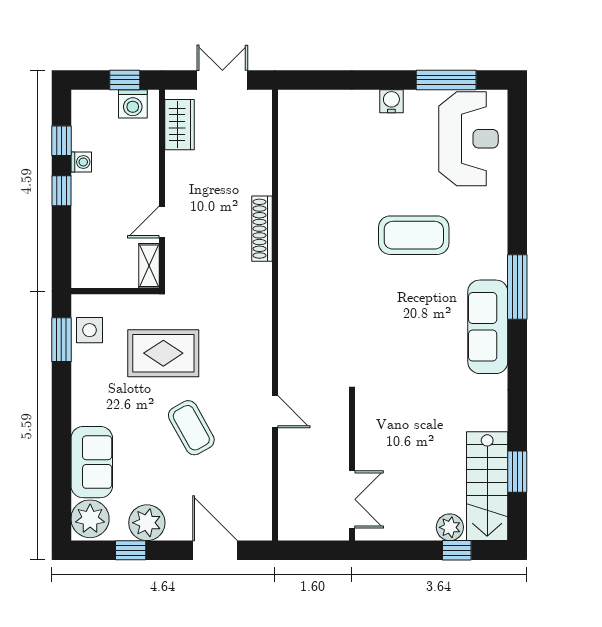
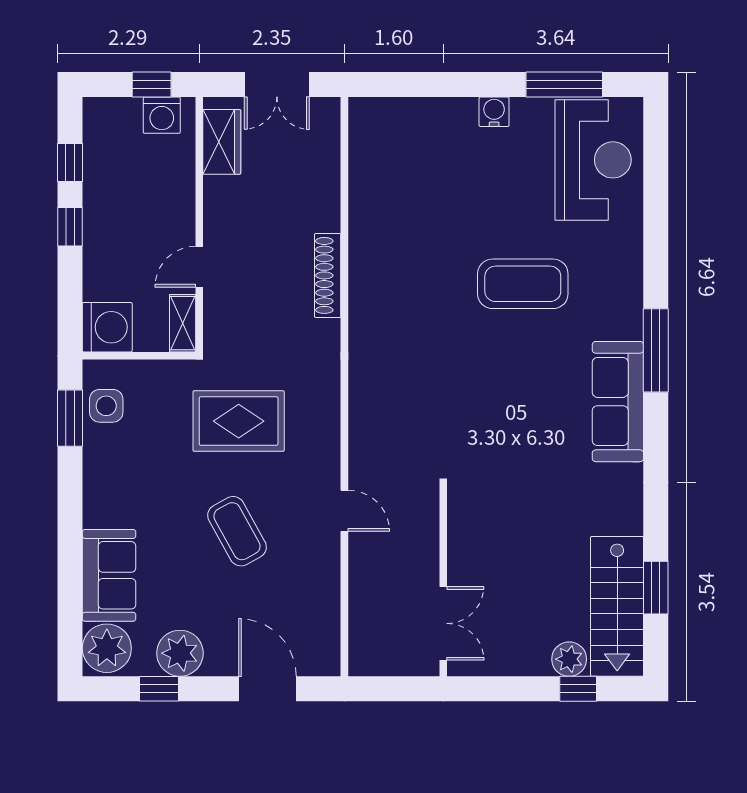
double door: (222, 80) -> (277, 84), swing flipped
washing machine: (81, 162) -> (107, 327), moved, width x1.89, depth x1.89
rug: (163, 353) -> (239, 421), moved

